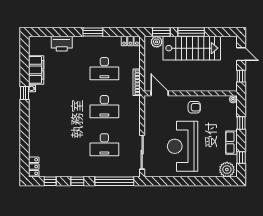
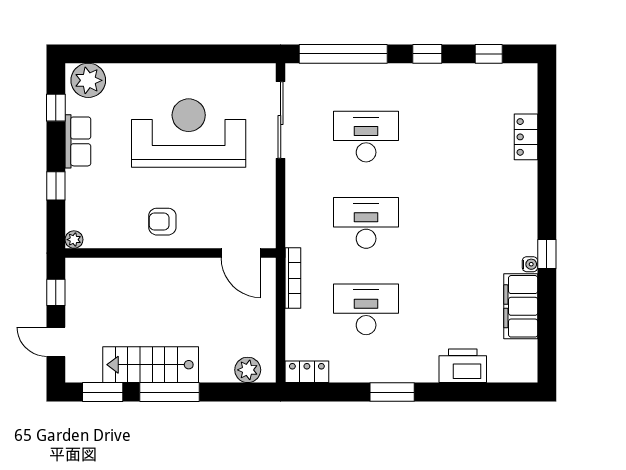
window: (161, 32) -> (103, 392), moved
stairs: (192, 48) -> (151, 365), width x0.73, depth x0.66
reception desk: (183, 146) -> (189, 133), turned -90
locker: (34, 167) -> (526, 137), moved

